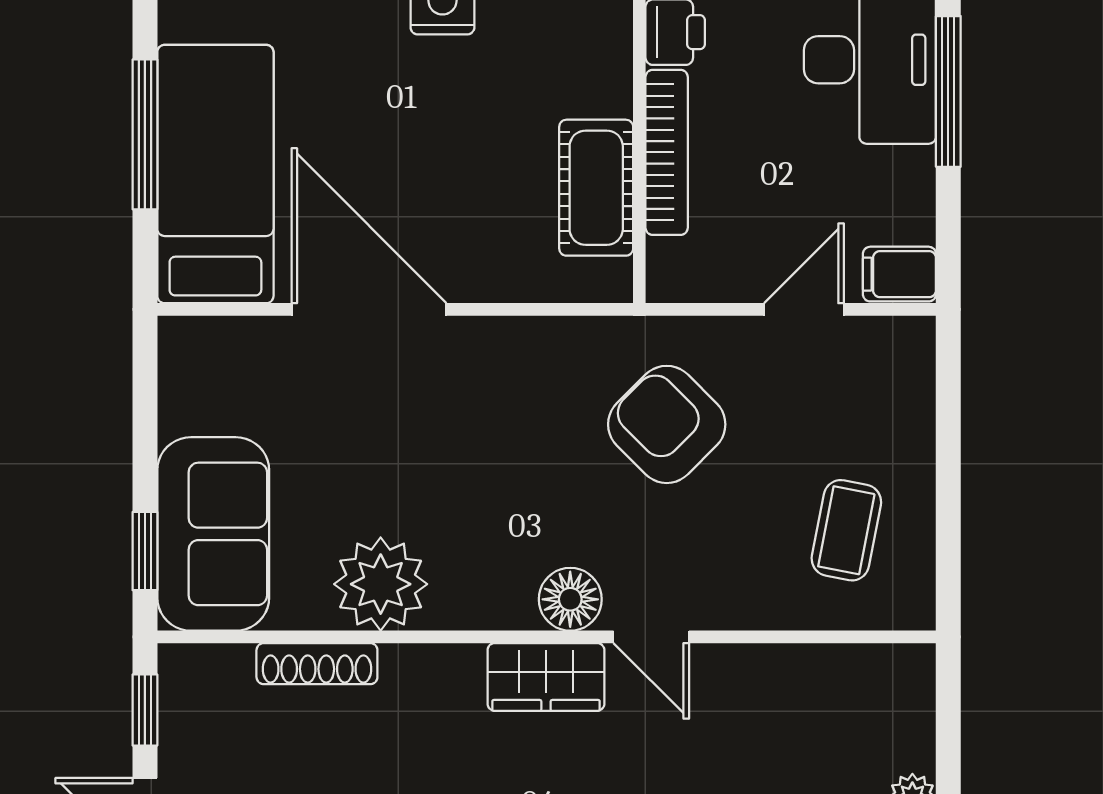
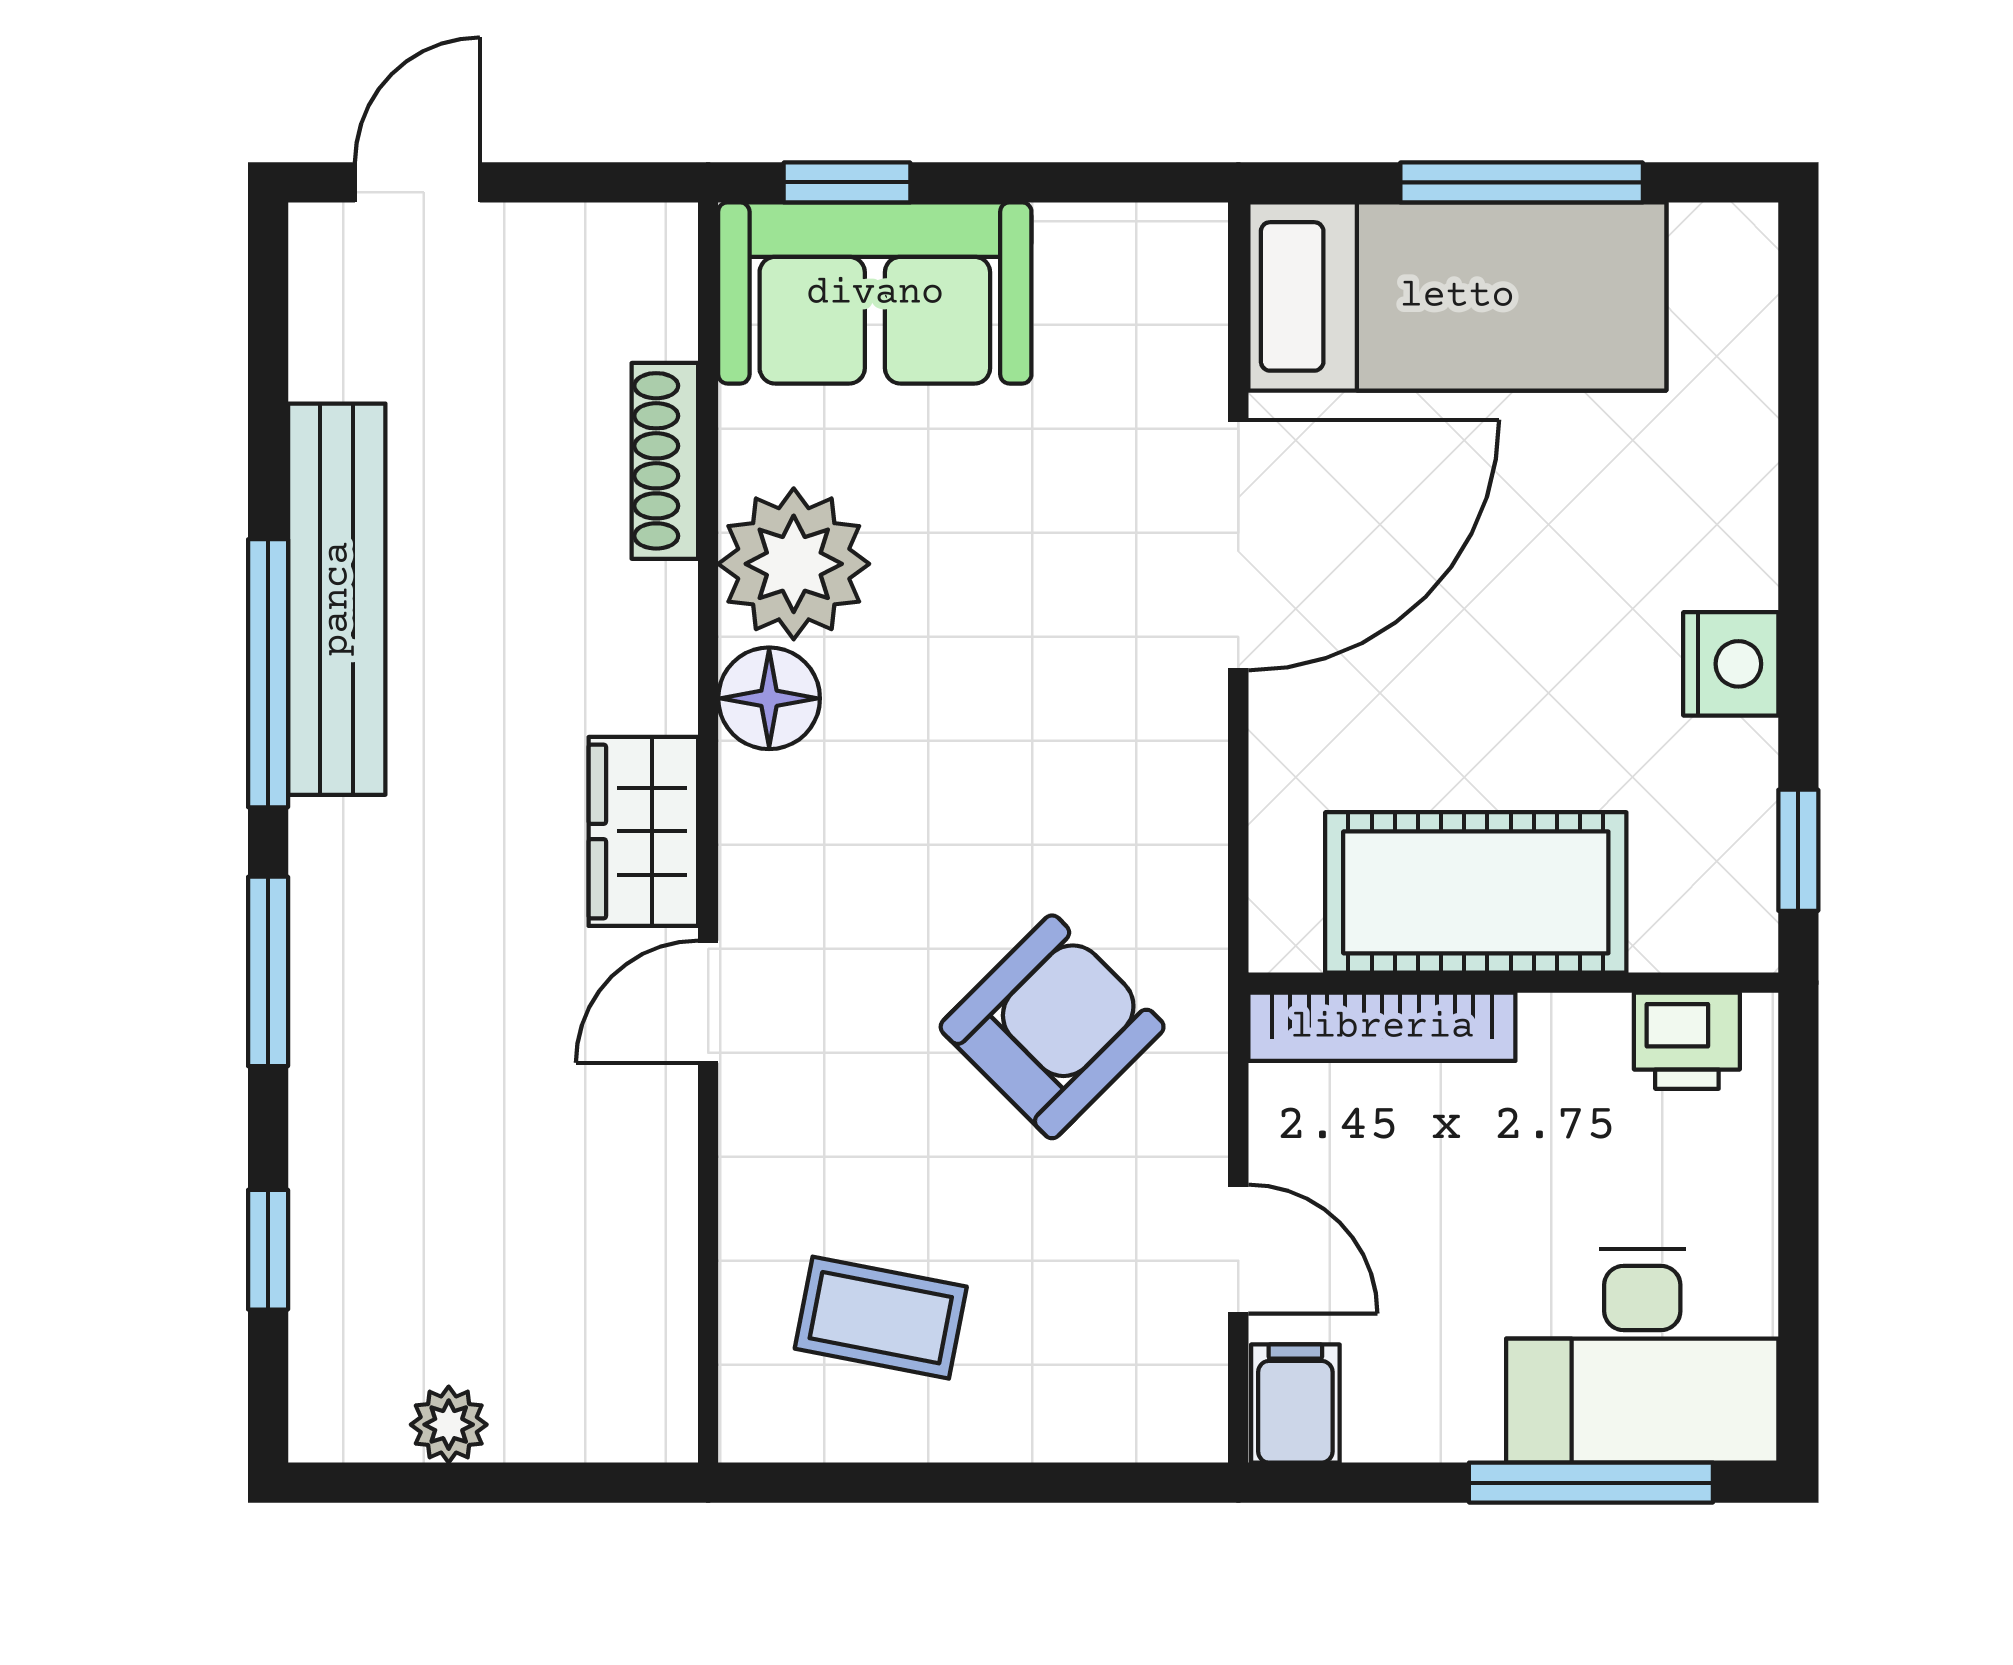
bookcase: (667, 152) -> (1382, 1027), moved
cot: (596, 188) -> (1476, 892), width x1.37, depth x1.34
floor lamp: (570, 599) -> (769, 698), moved
window: (145, 710) -> (590, 182), removed

